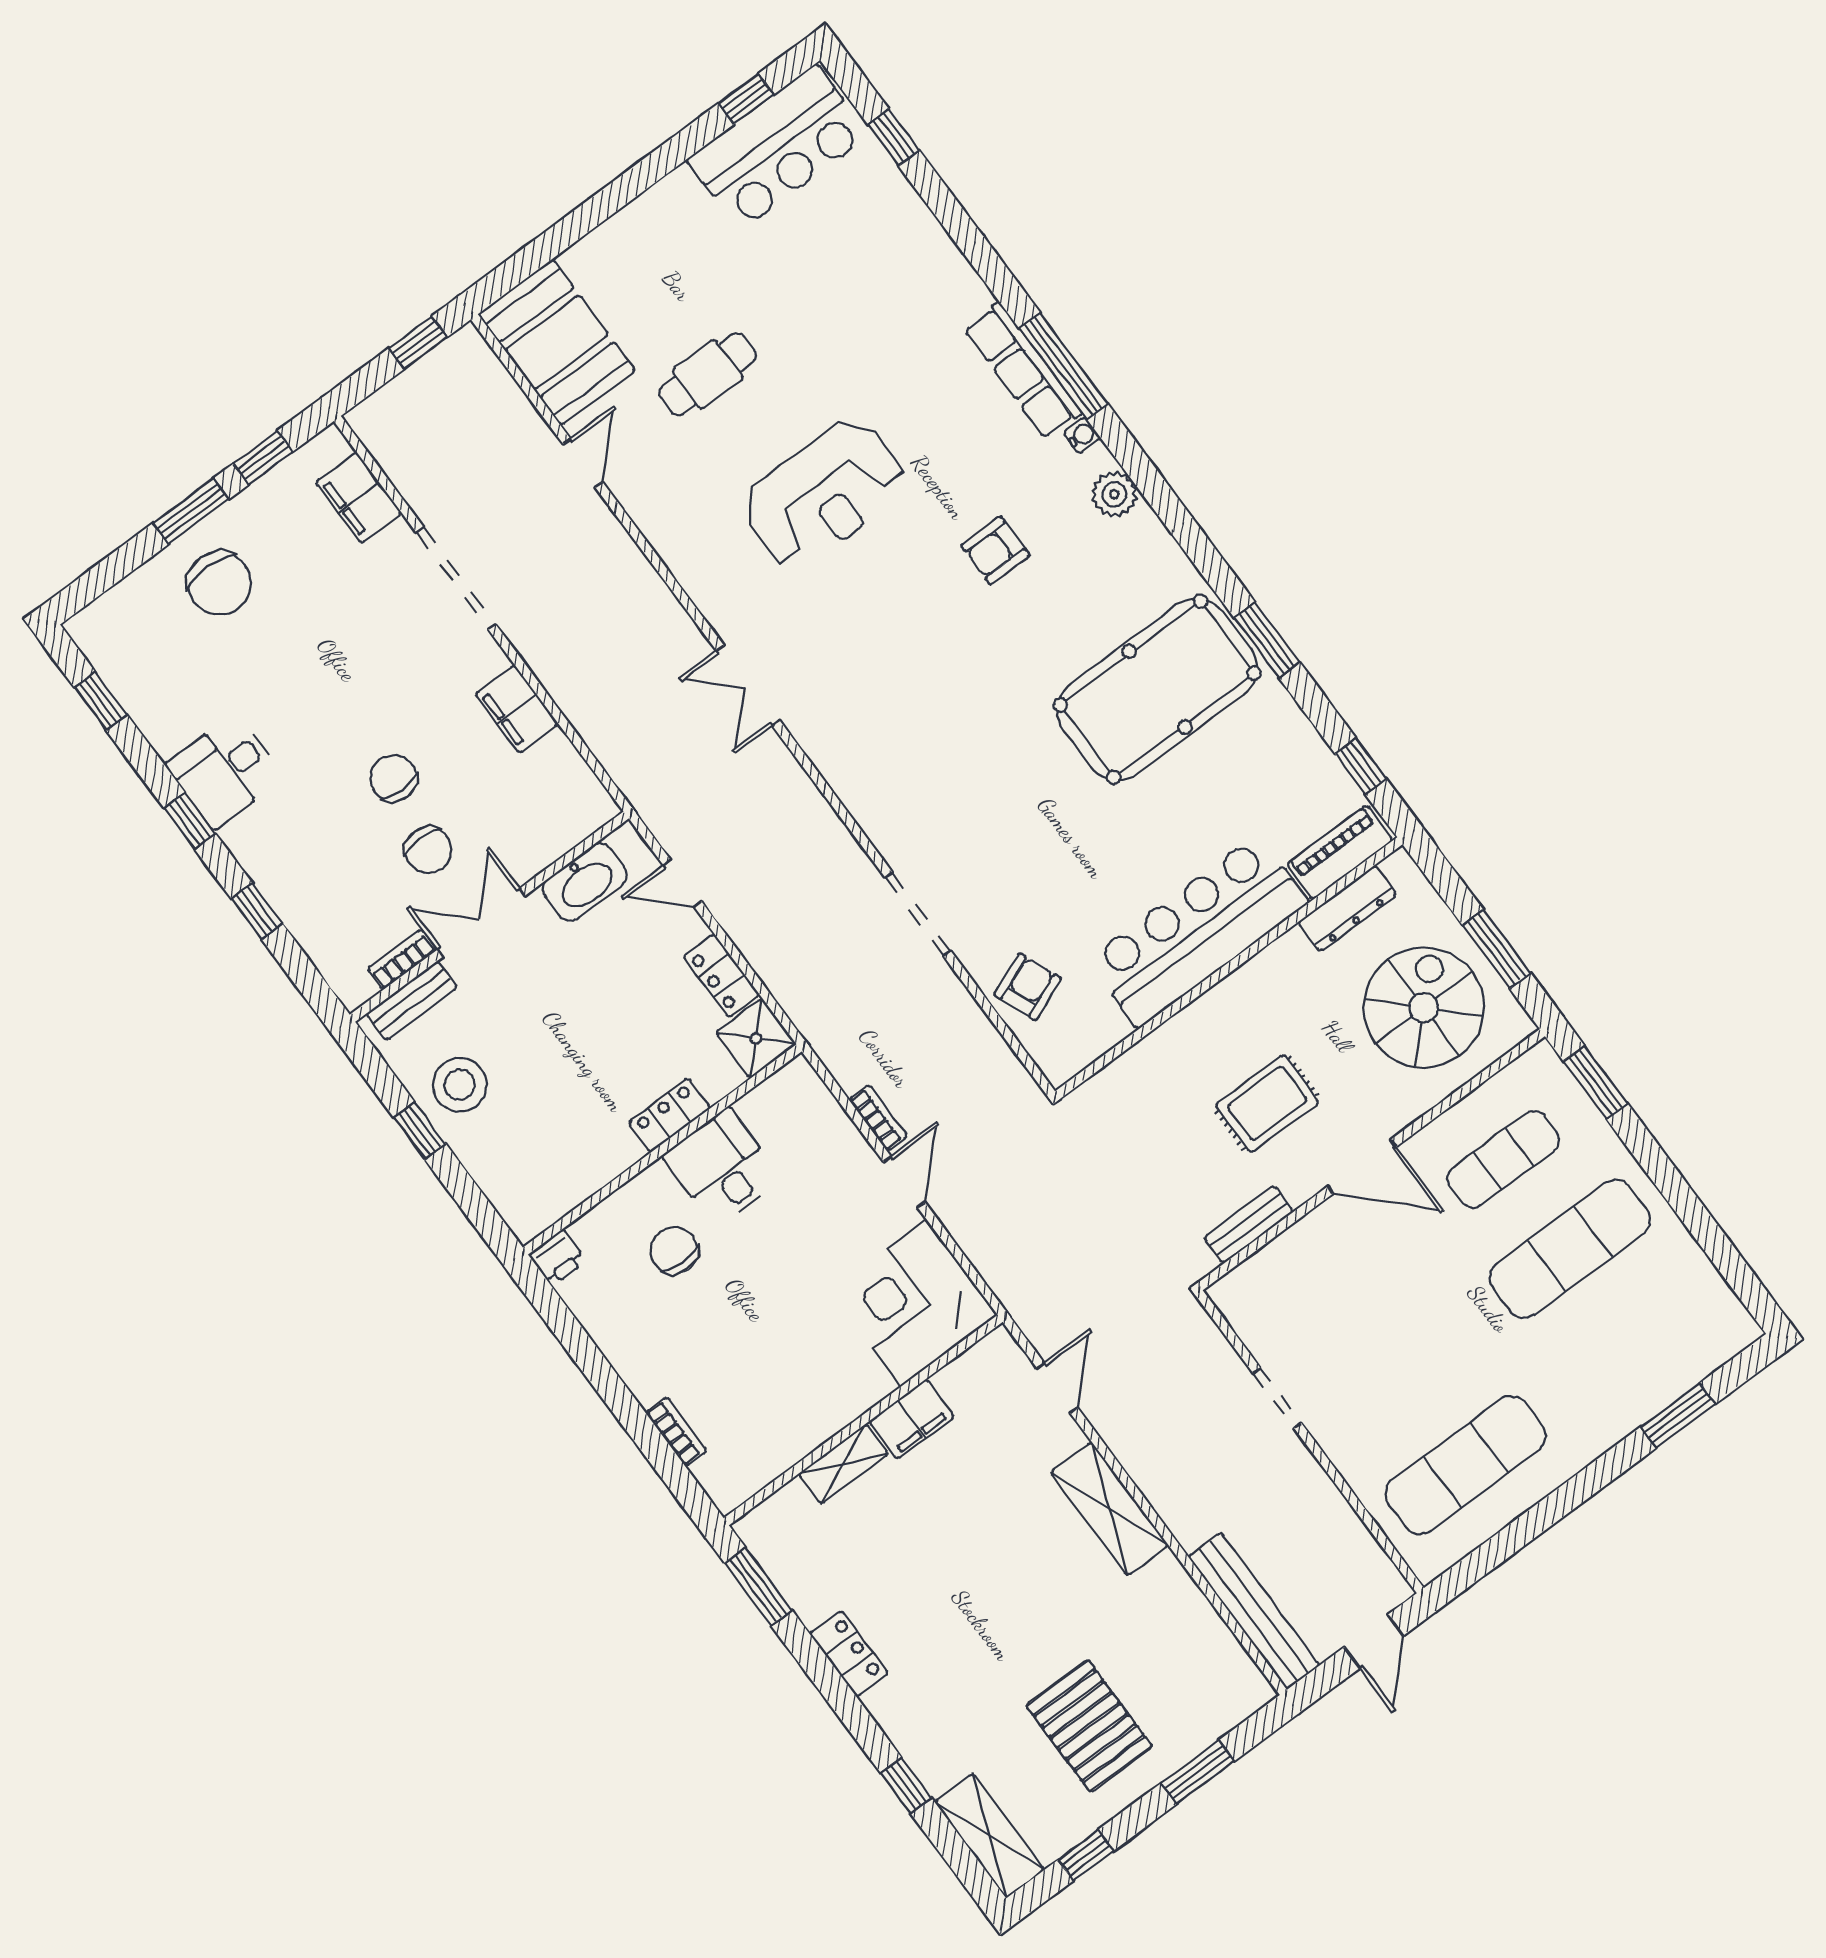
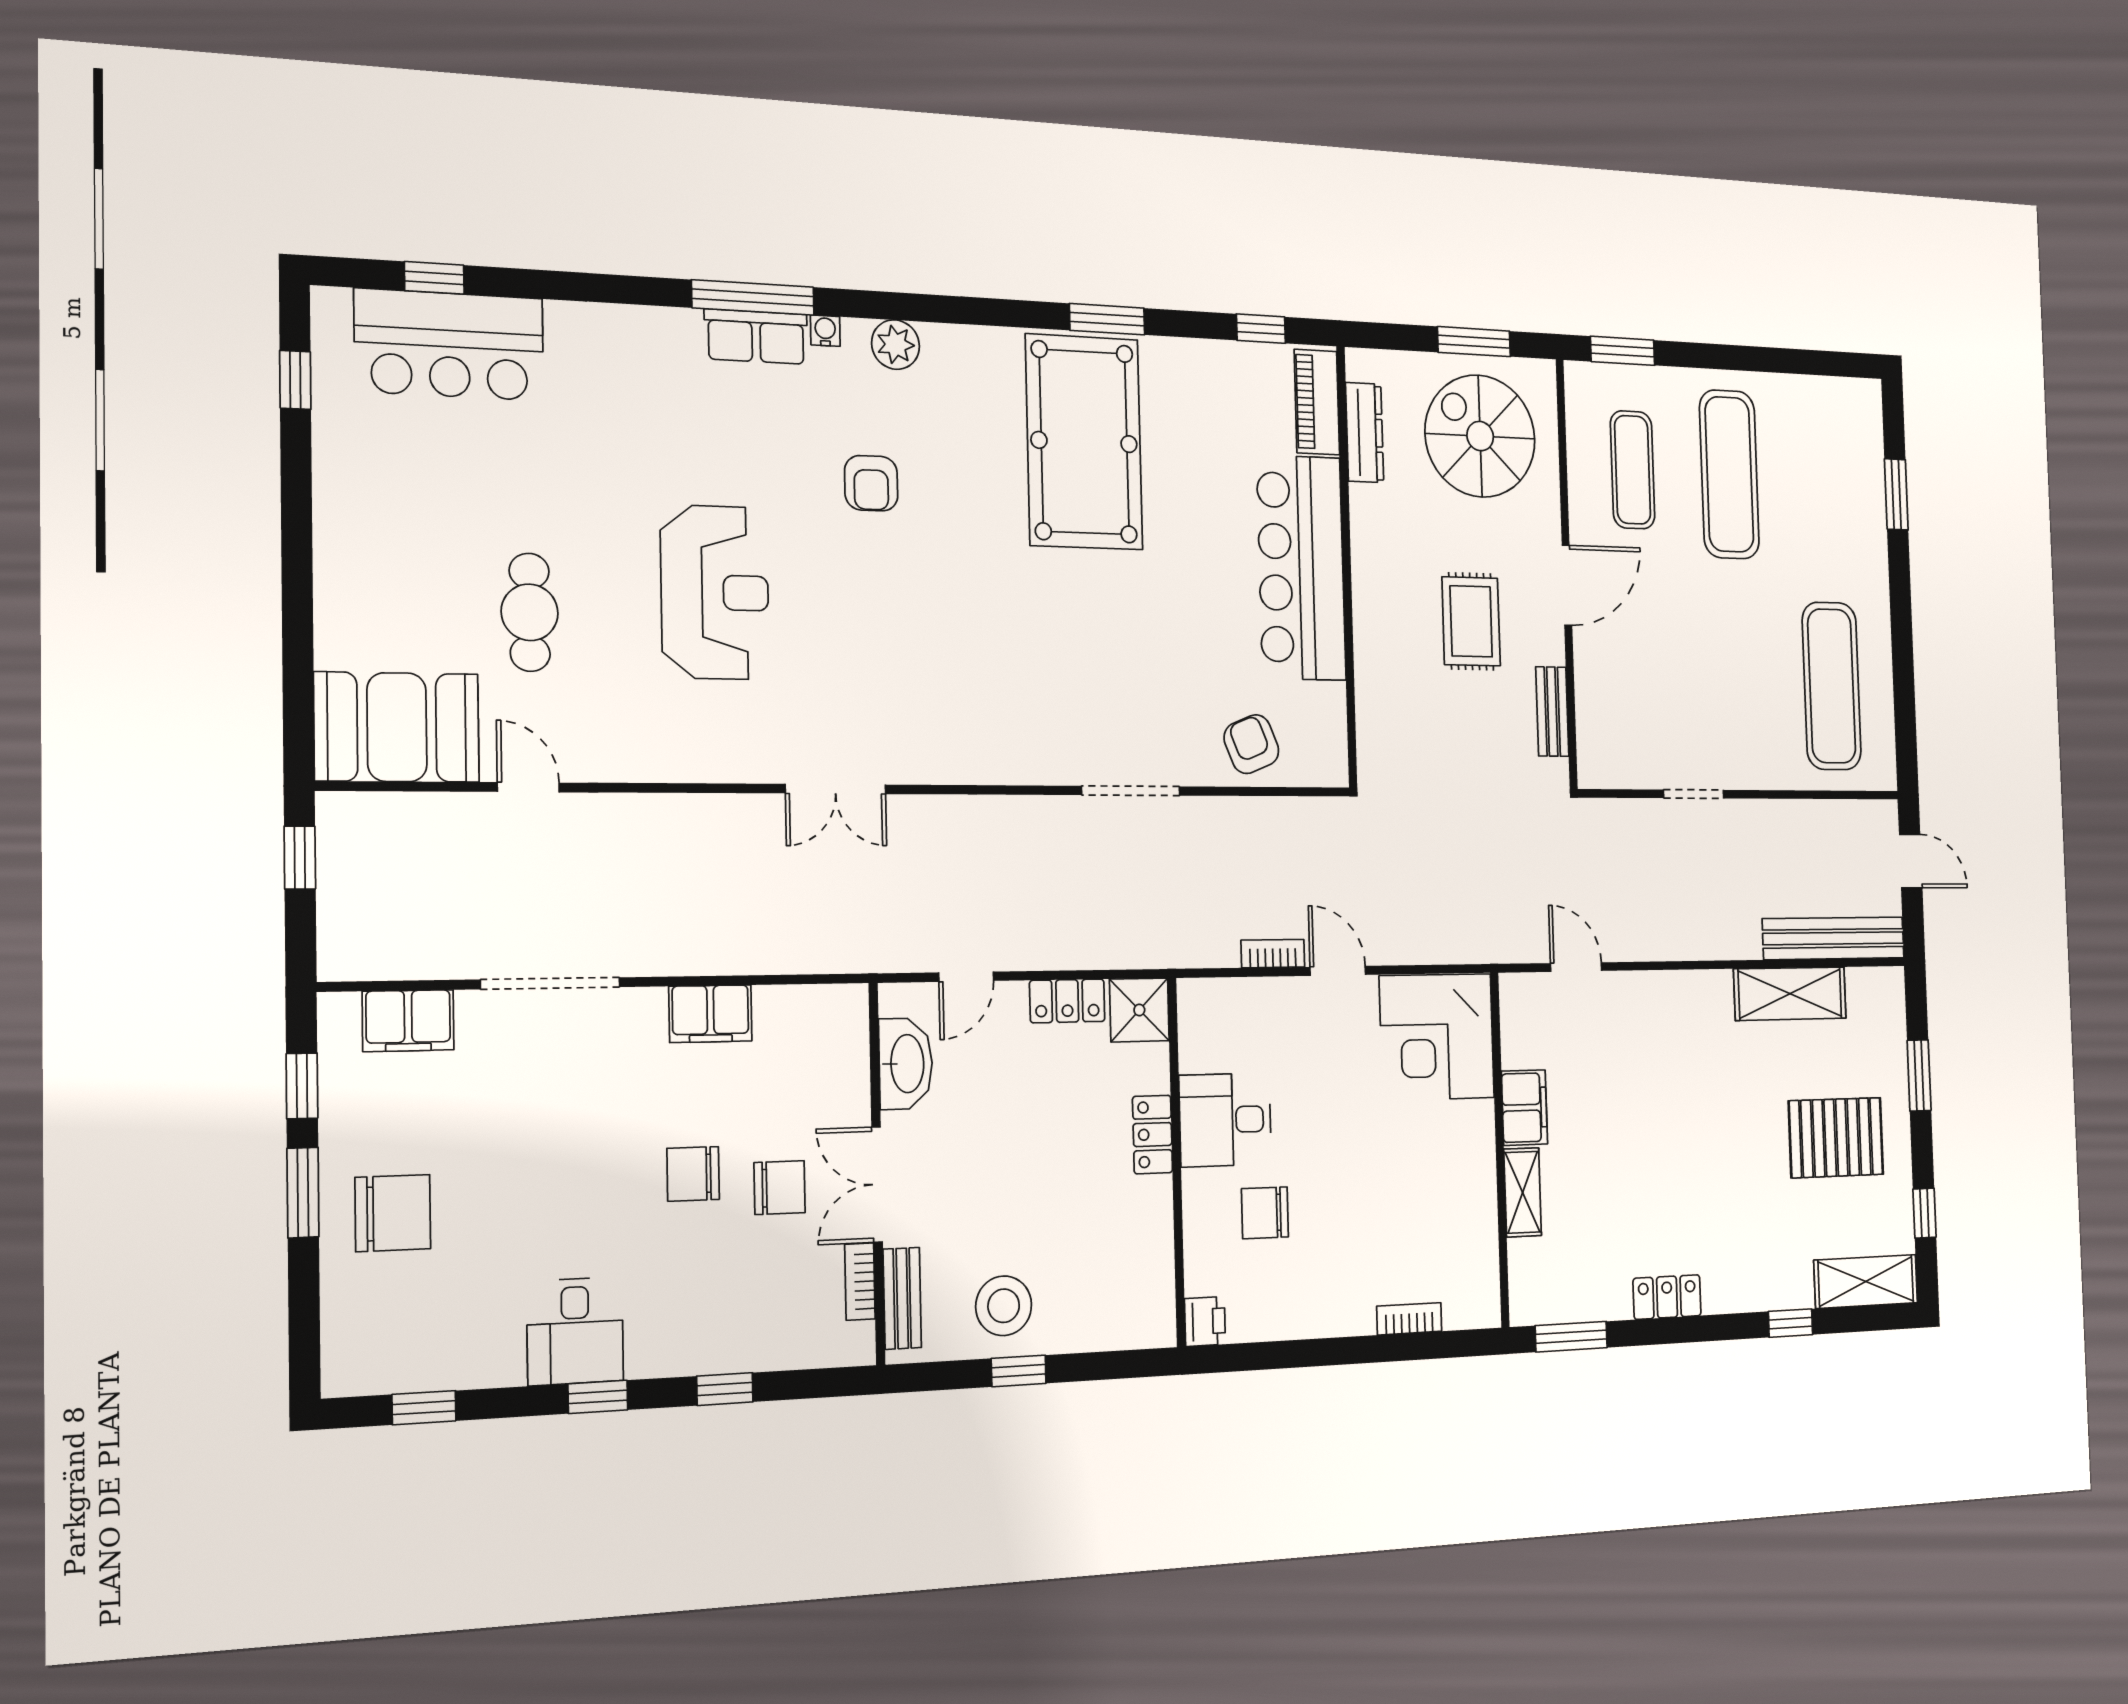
bar counter: (778, 148) -> (449, 345), moved, turned 90
row of seats: (1023, 371) -> (756, 337), width x0.68
shelving: (1109, 1509) -> (1790, 994), moved

